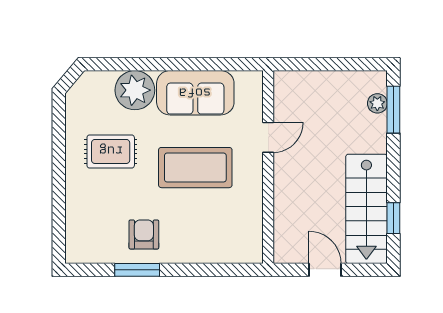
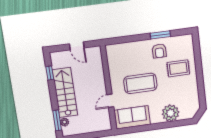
sofa: (195, 93) -> (132, 117), moved
rug: (111, 151) -> (178, 68), moved
stairs: (366, 209) -> (65, 93), moved

